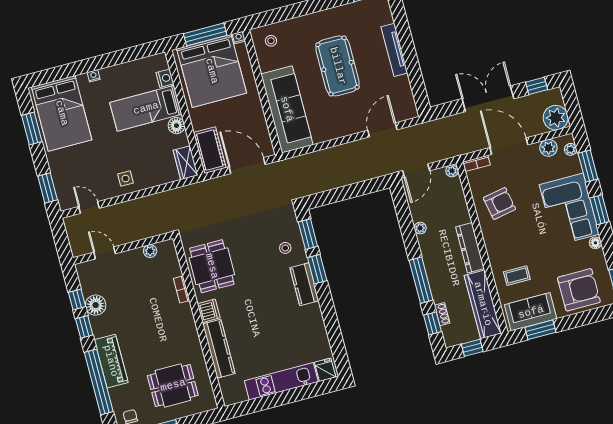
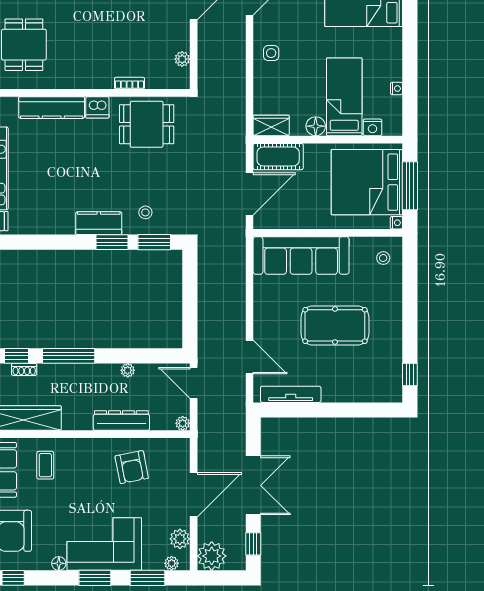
tv unit: (394, 50) -> (291, 394), moved
nightstand: (94, 76) -> (396, 89), moved
bookcase: (476, 163) -> (184, 453), removed
dresser: (470, 248) -> (121, 421), moved

